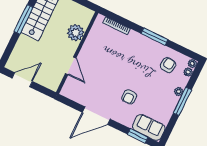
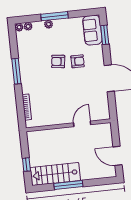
plant: (76, 33) -> (53, 136), removed
armchair: (168, 65) -> (58, 61), moved

